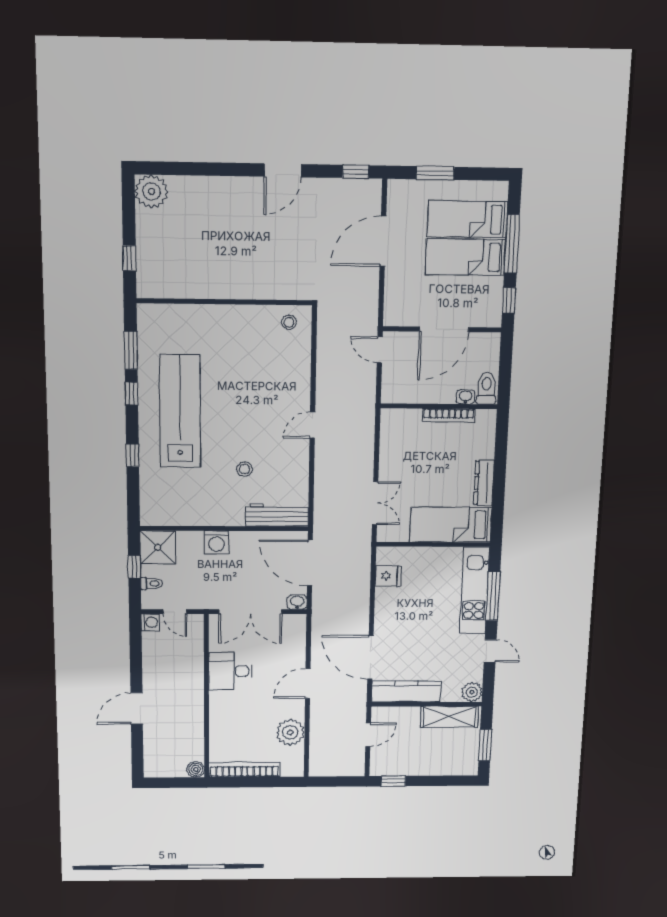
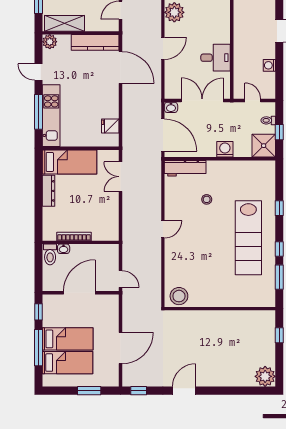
stool: (289, 322) -> (179, 296), width x1.89, depth x1.89
washing machine: (150, 622) -> (269, 65), moved

